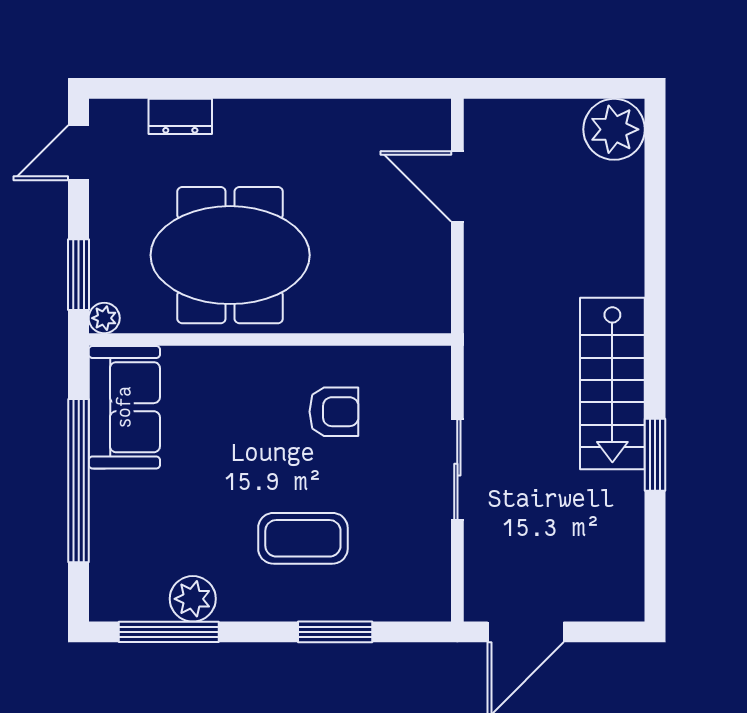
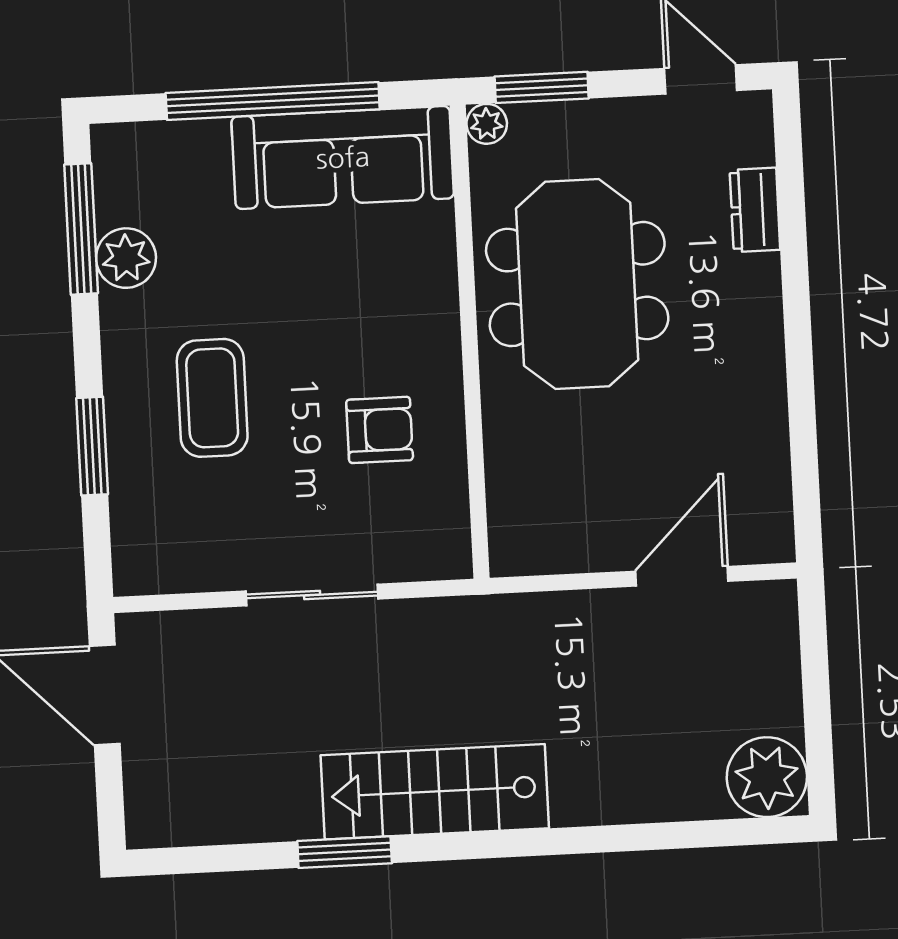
sofa: (124, 407) -> (343, 157), width x1.36
armchair: (334, 412) -> (380, 430), turned -90

